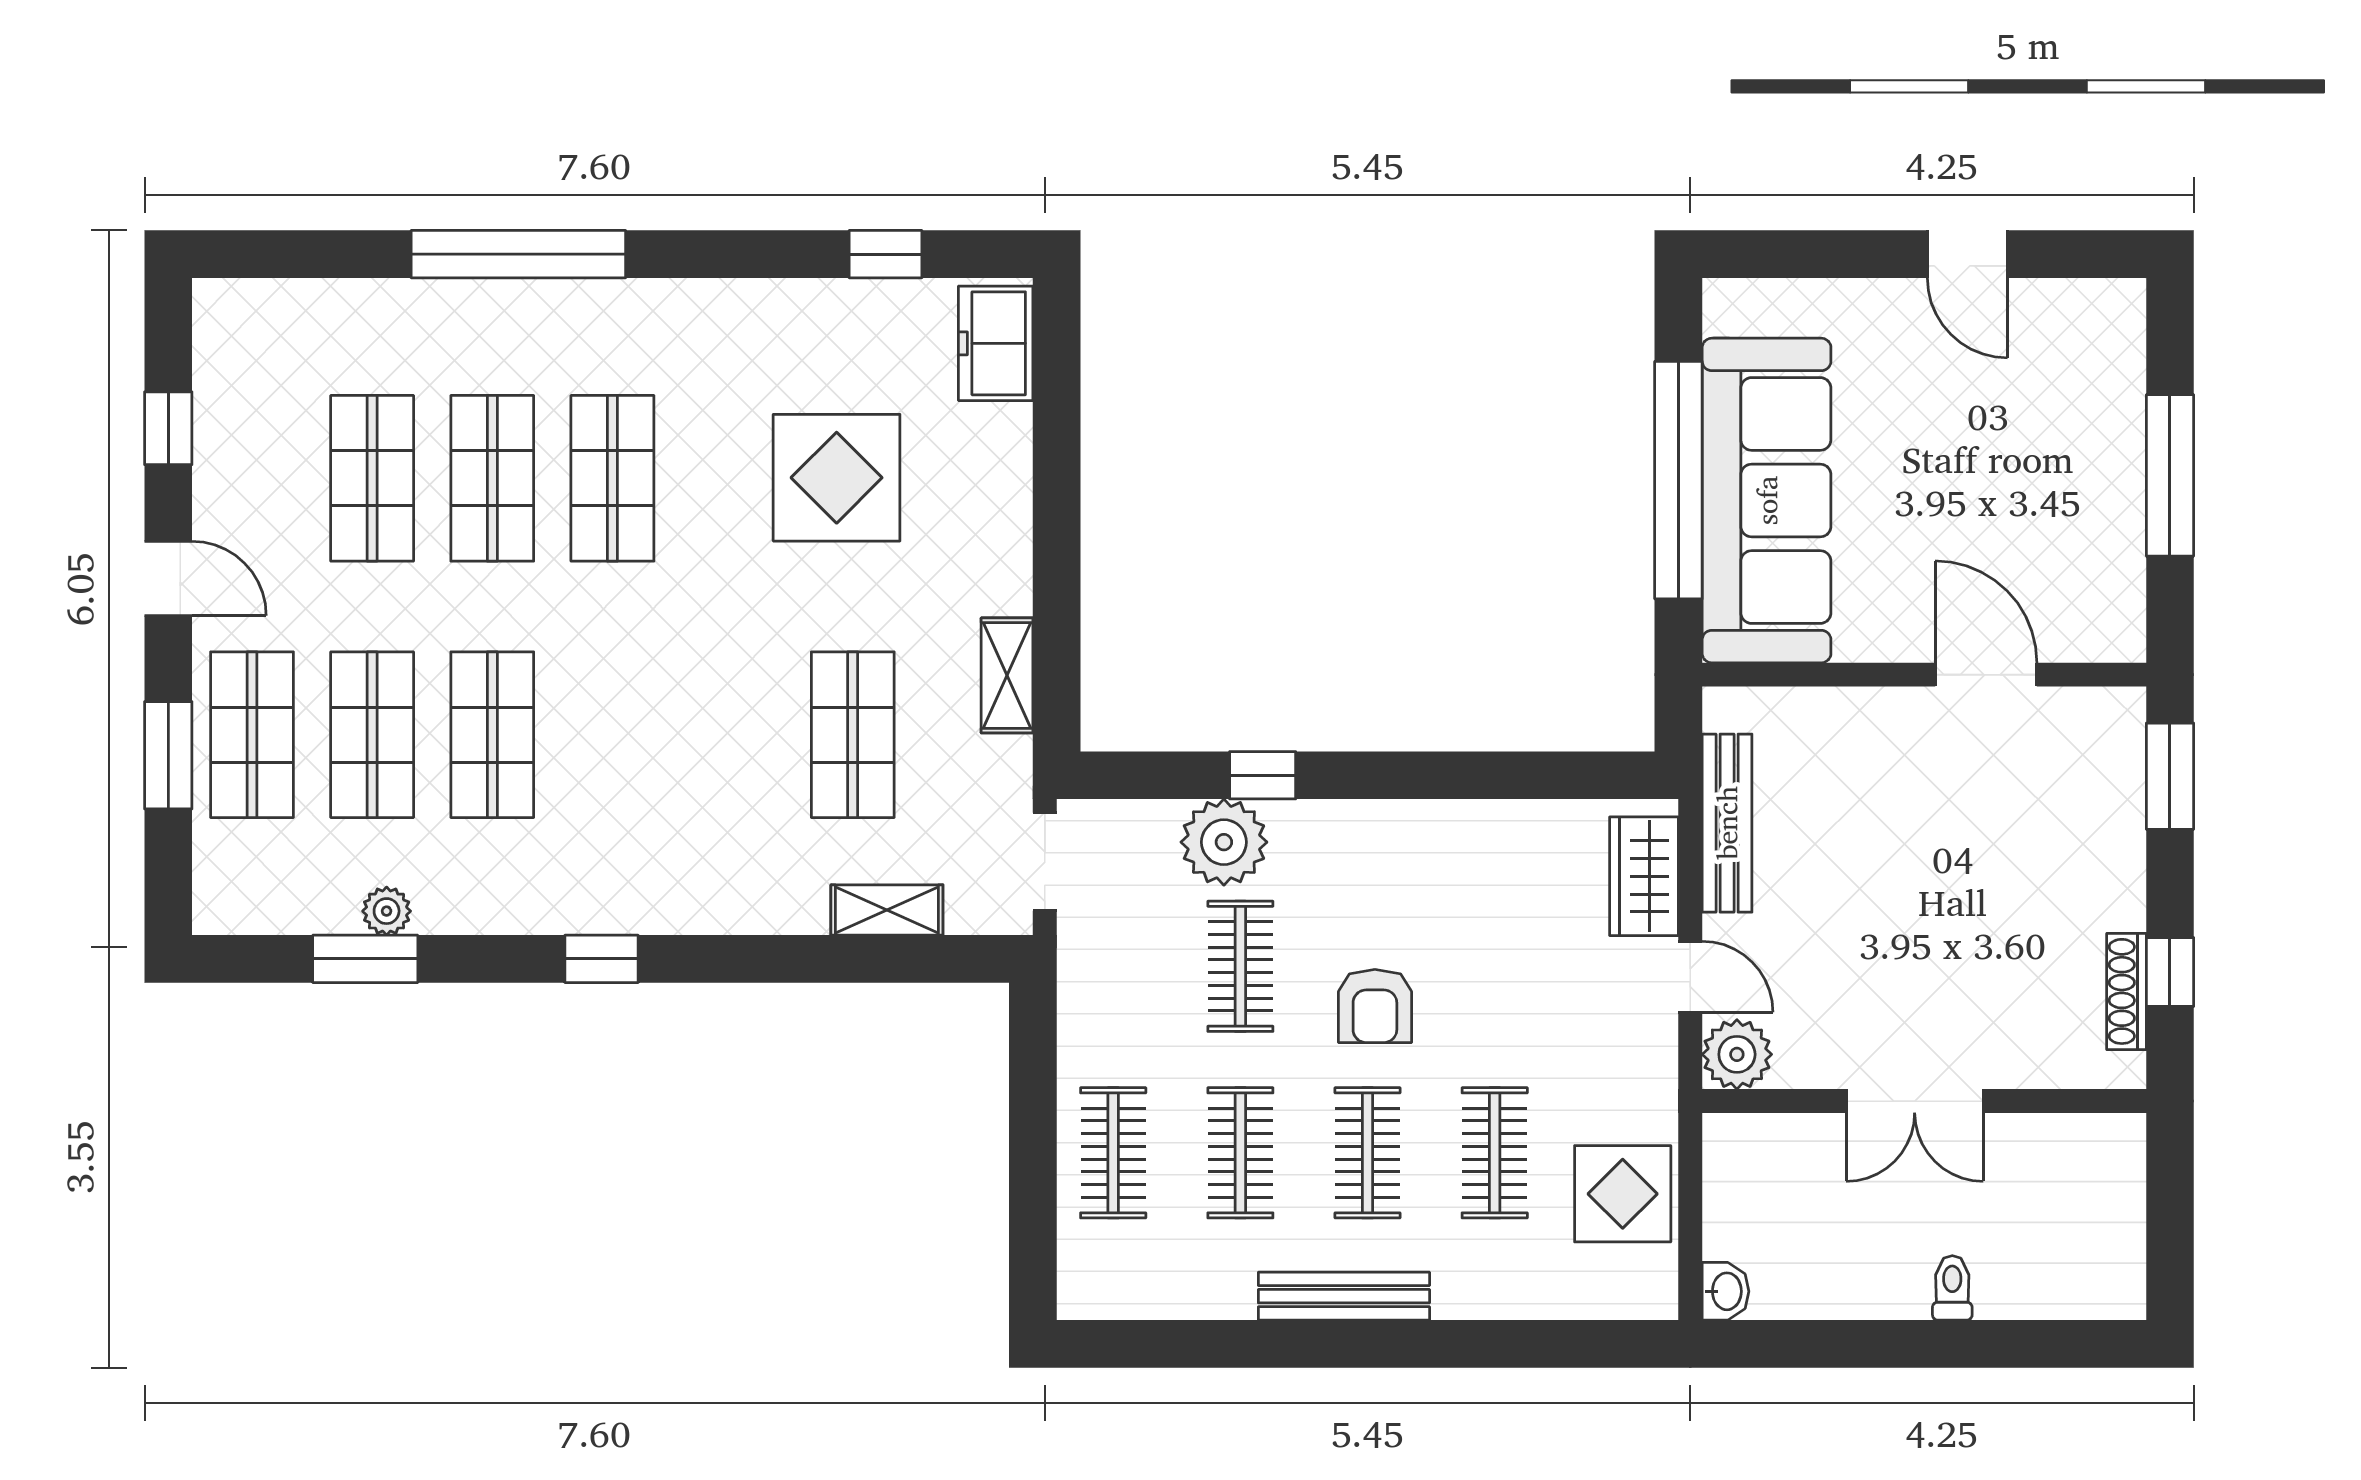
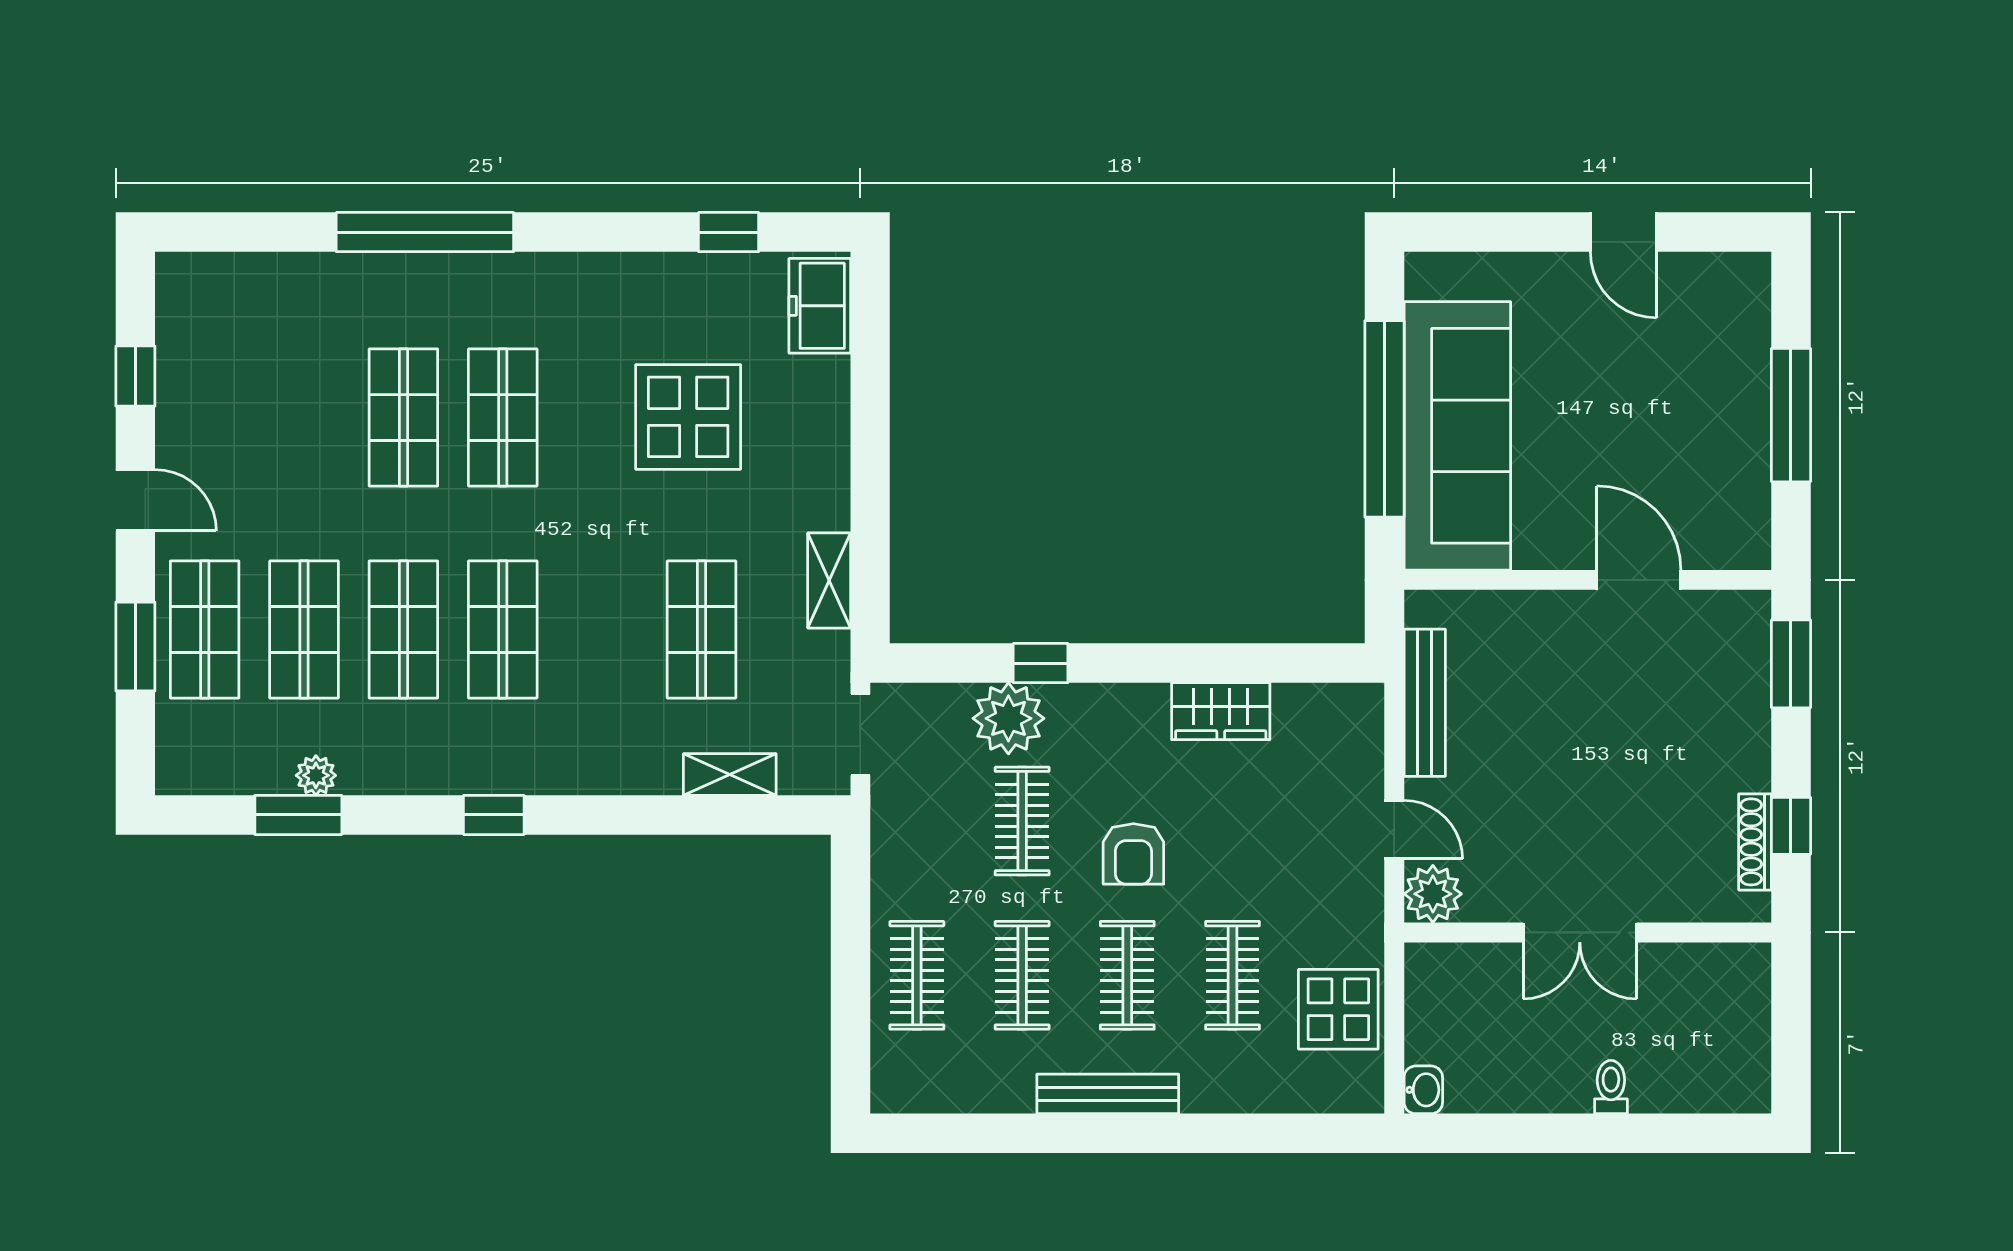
shop shelf: (372, 478) -> (503, 630), moved
wardrobe: (1644, 876) -> (1221, 711), moved, turned -90

